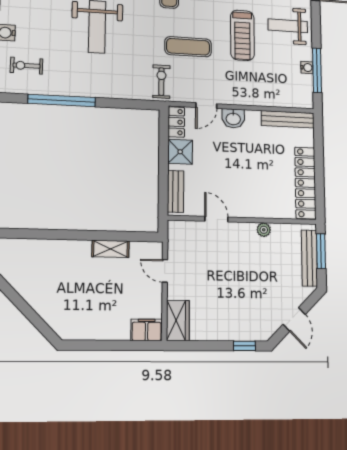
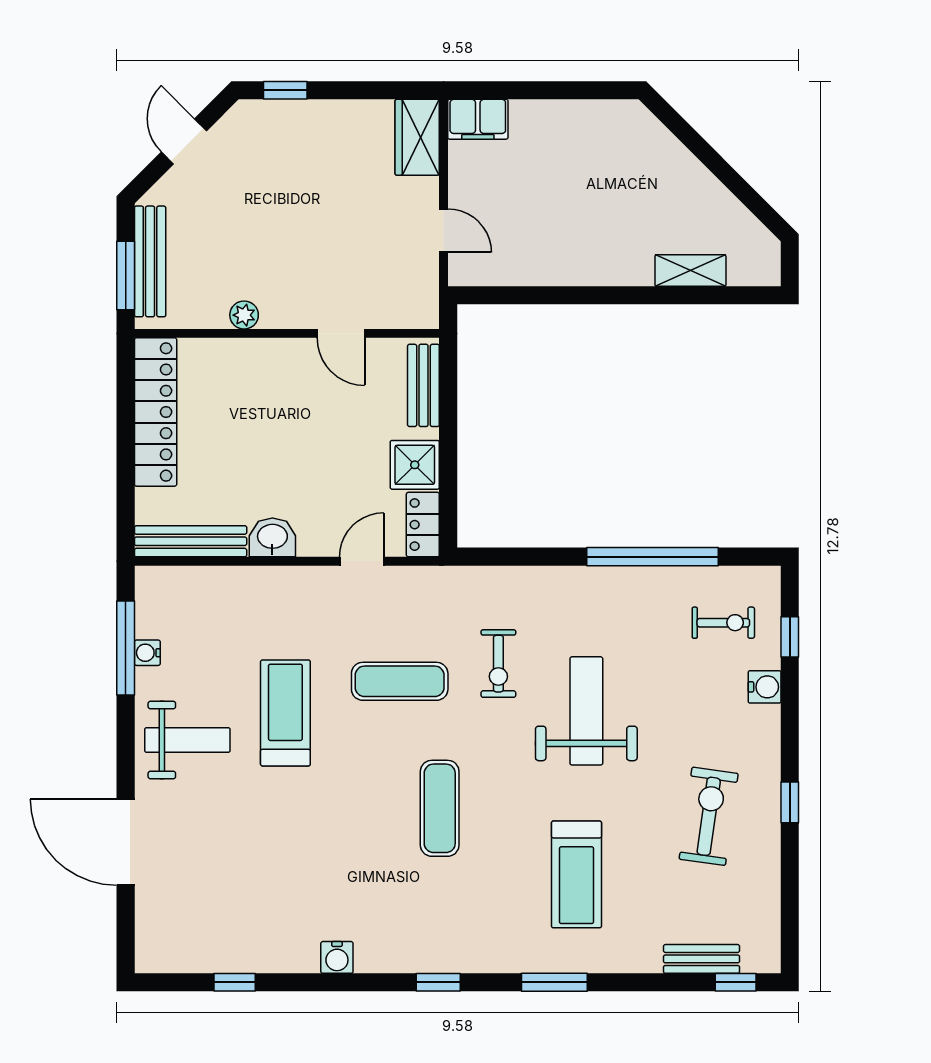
exercise bike: (161, 82) -> (498, 664), moved
washbasin: (233, 118) -> (272, 537), moved
shelving: (111, 249) -> (690, 271), moved

